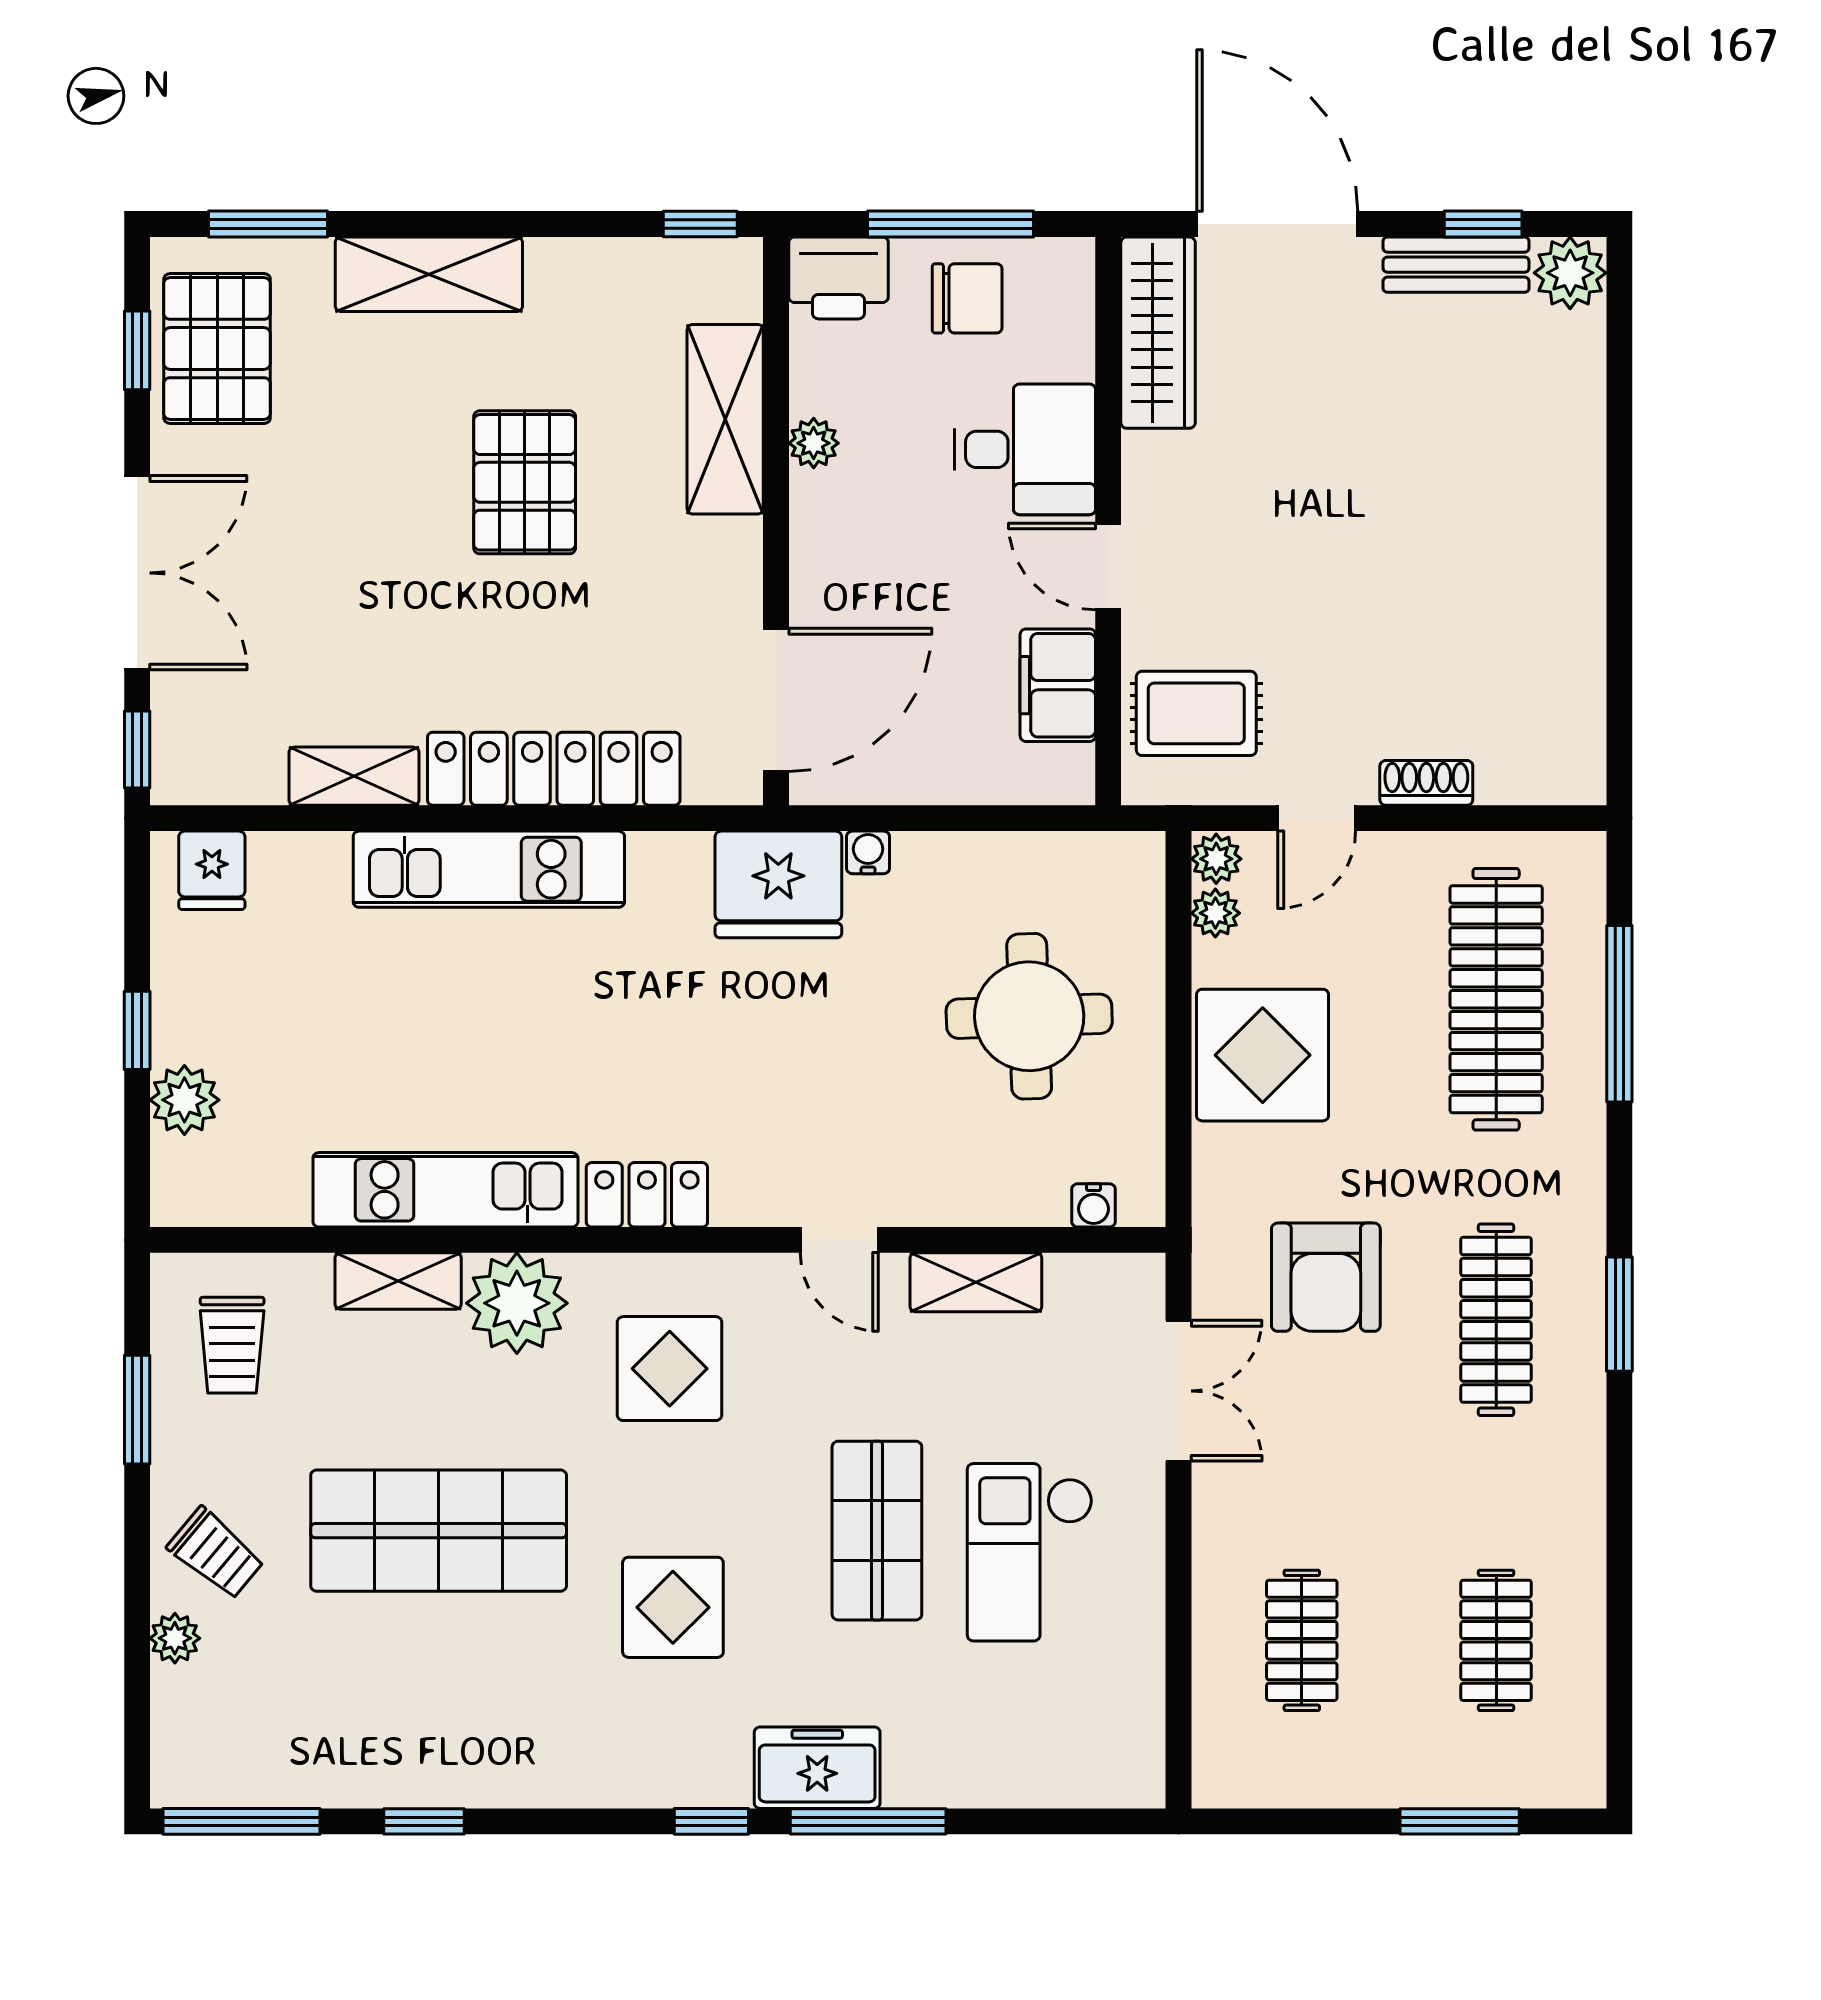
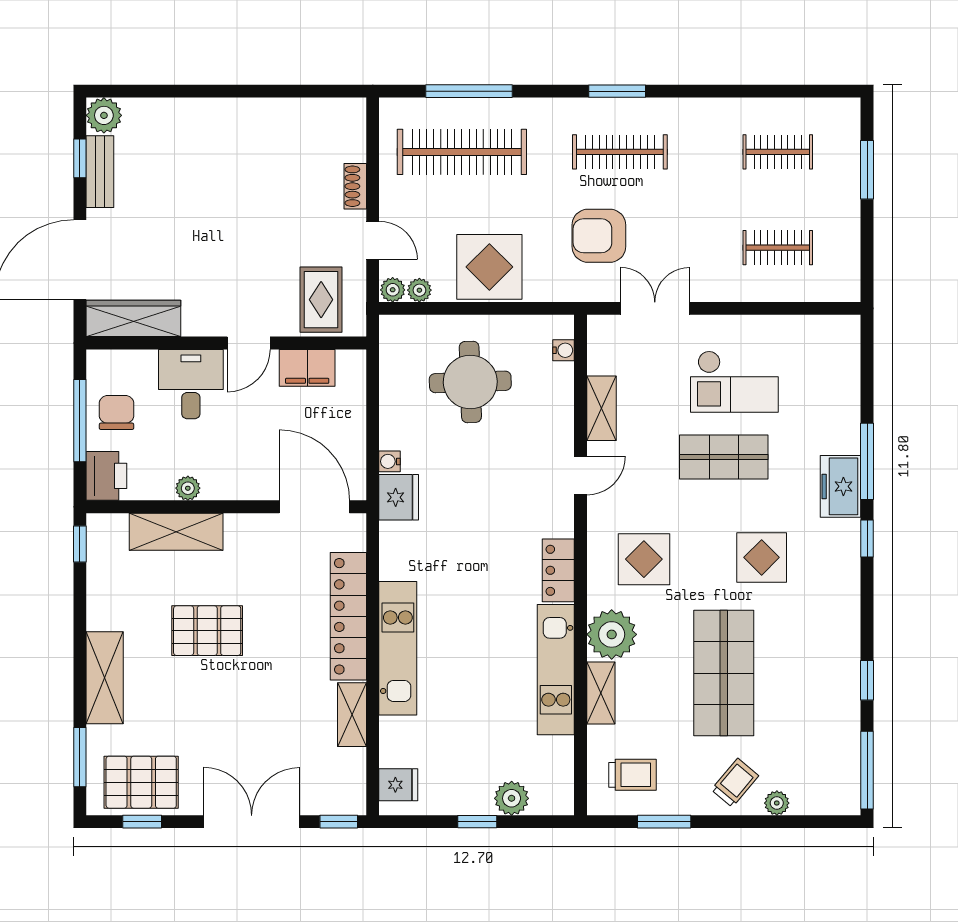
fridge: (778, 884) -> (399, 497), width x0.73, depth x0.75
armchair: (1326, 1277) -> (599, 236), turned 180

